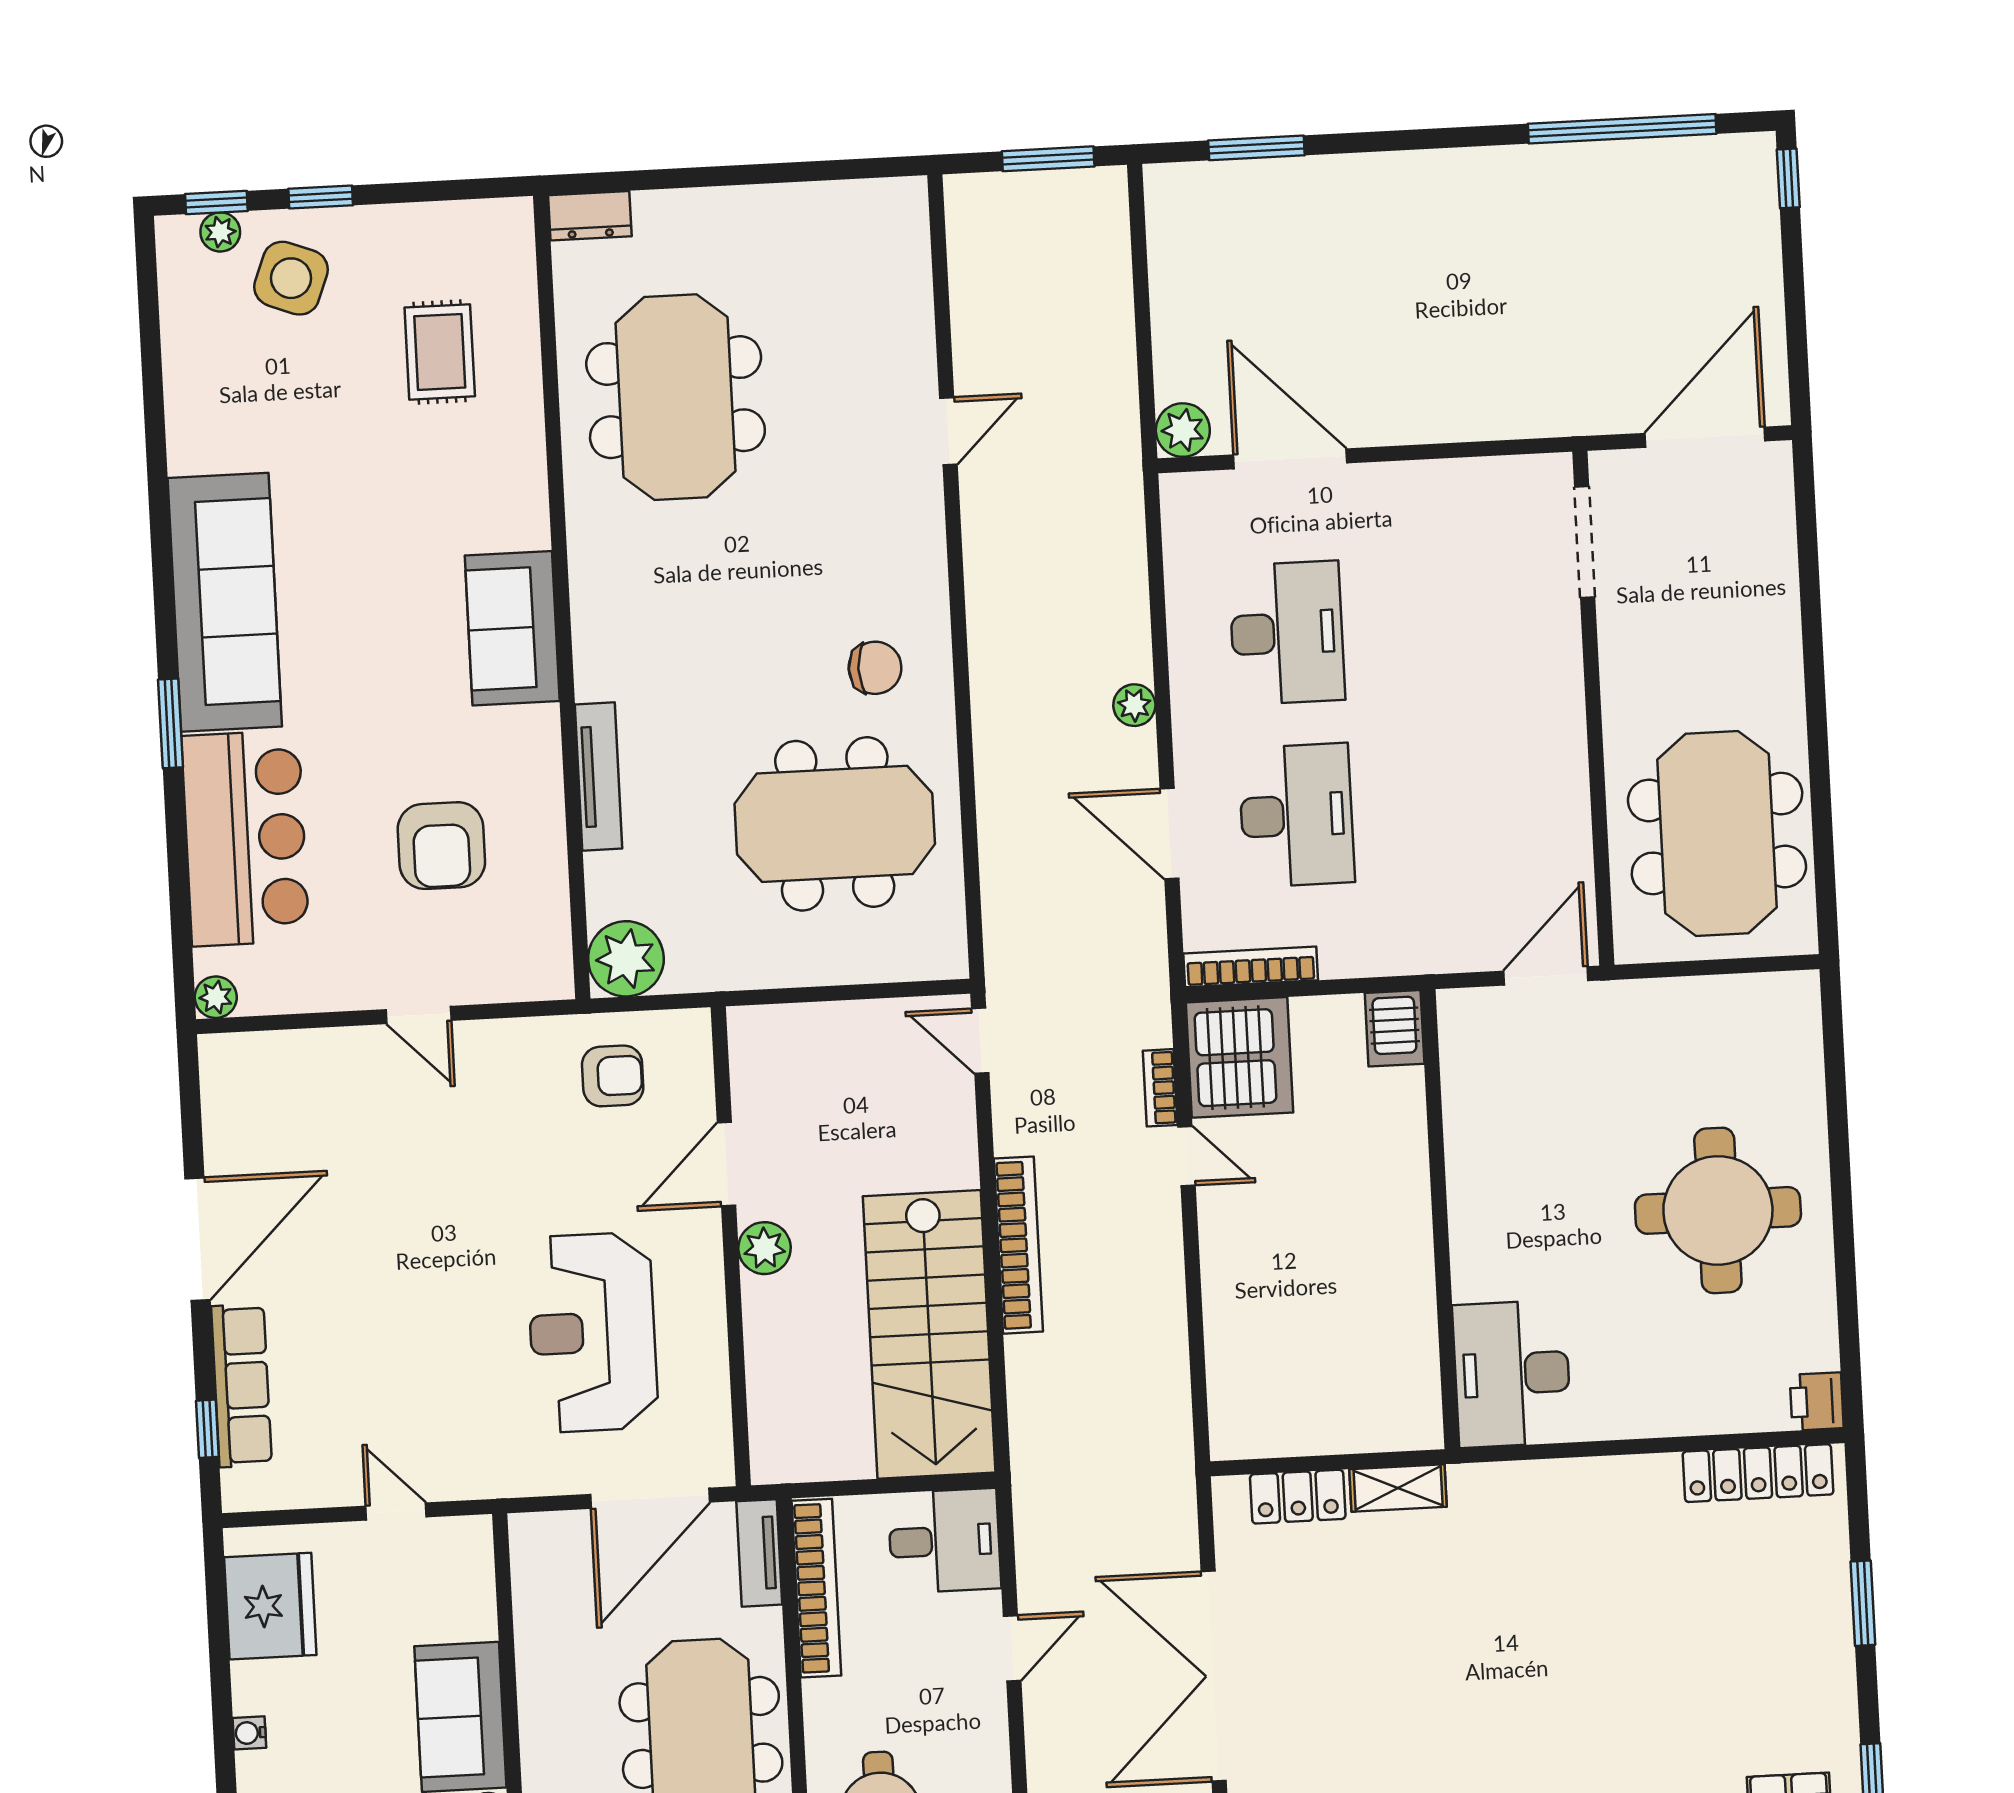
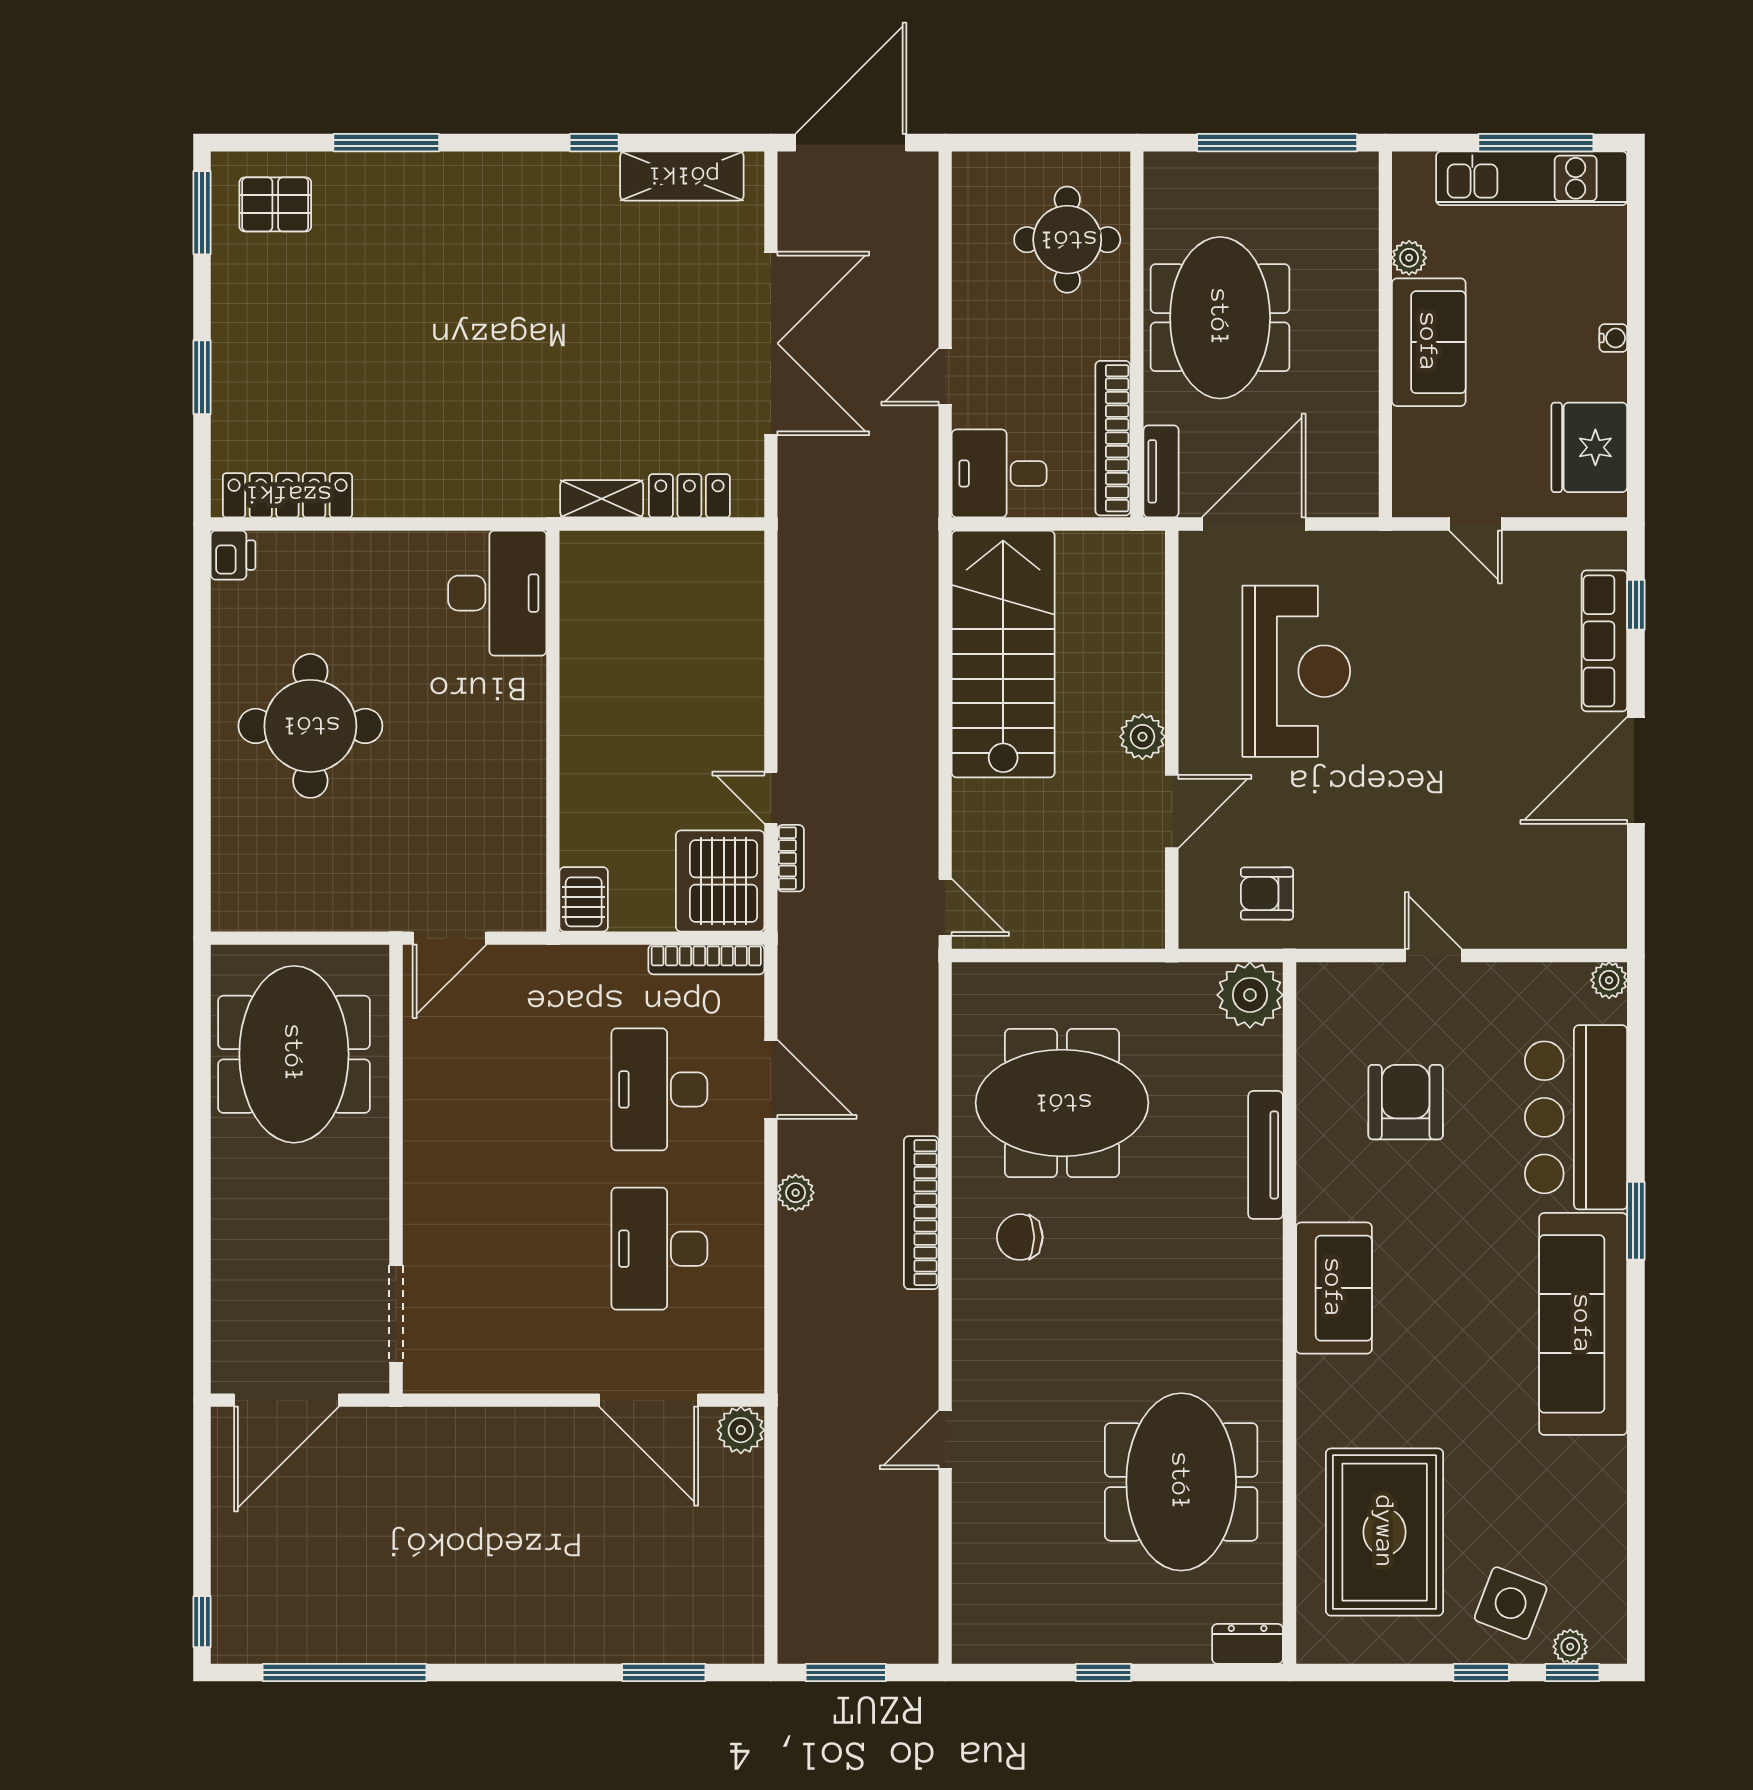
window: (753, 174) -> (1103, 1672), added
rug: (440, 352) -> (1385, 1532), width x1.86, depth x2.06
bookcase: (1018, 1245) -> (921, 1213), moved

